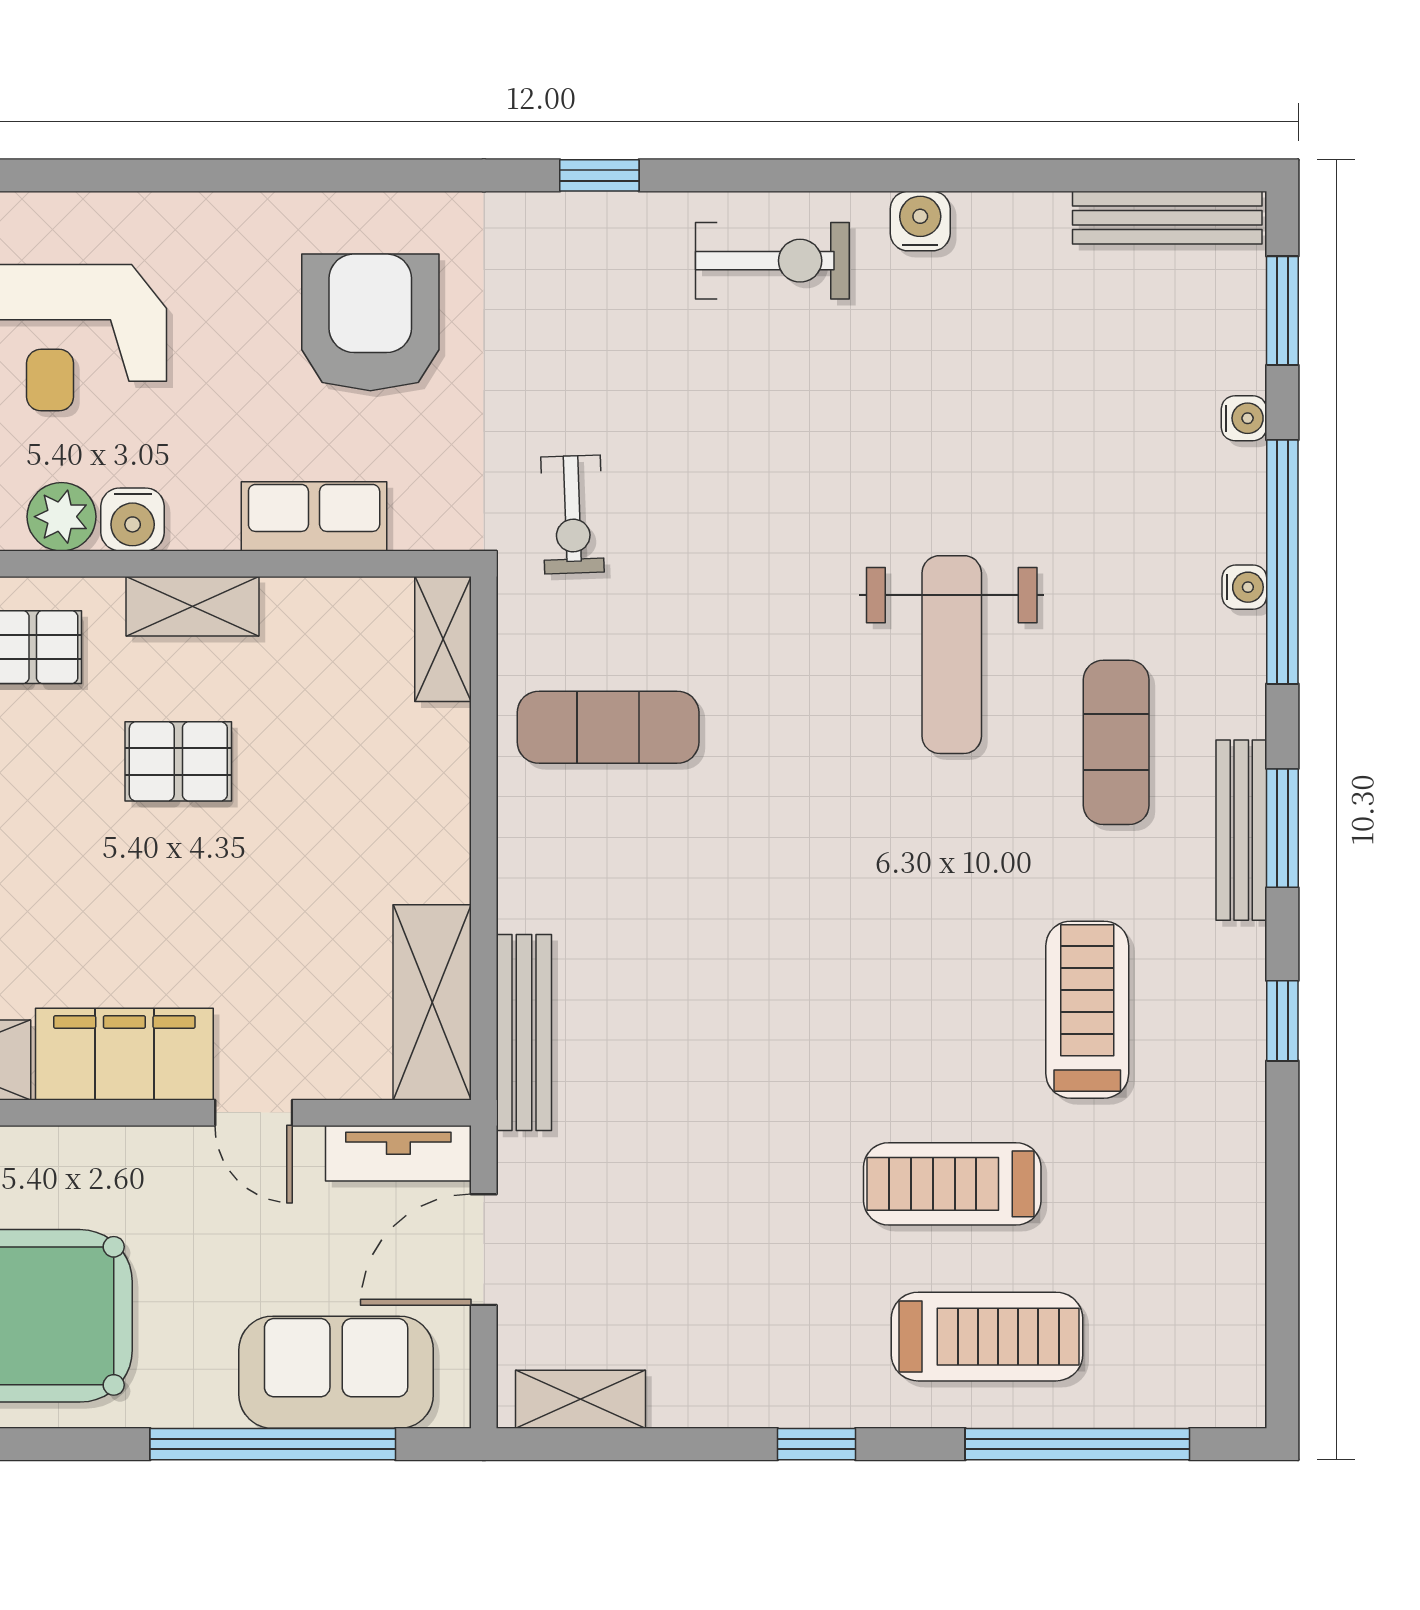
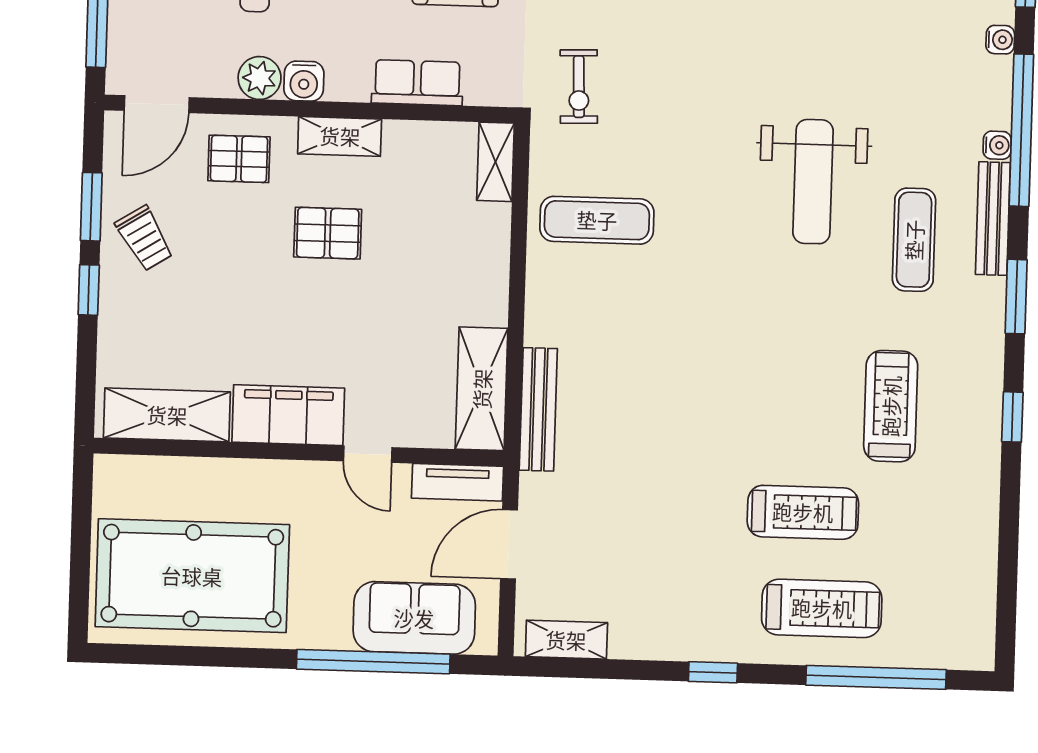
bench: (1241, 830) -> (993, 219), moved
treadmill: (952, 1184) -> (803, 512), turned 180

